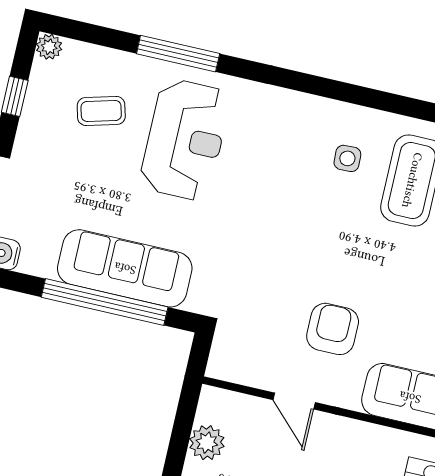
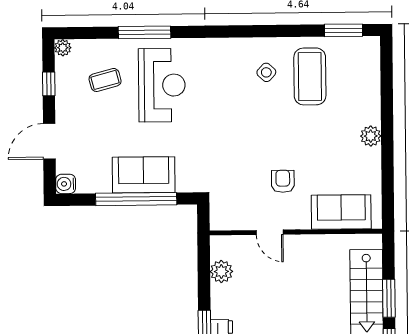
side table: (347, 158) -> (266, 72), turned 45
sofa: (125, 268) -> (144, 175), width x0.73
armchair: (333, 329) -> (283, 181), width x0.72, depth x0.72

